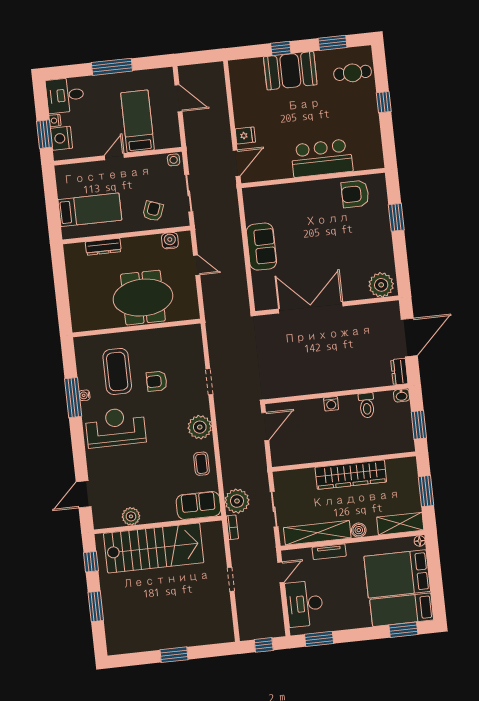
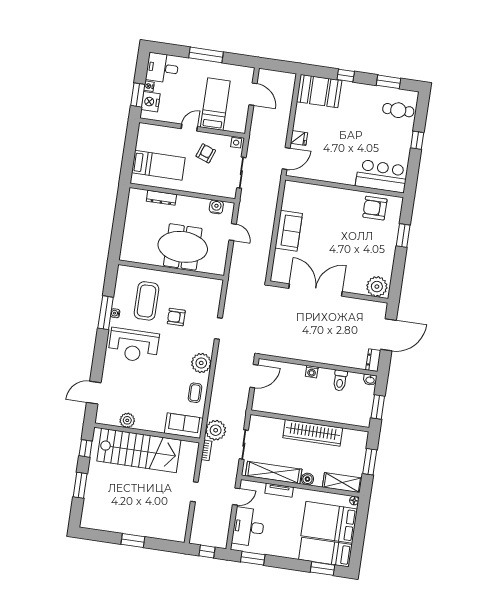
booth: (290, 71) -> (319, 91), moved
bar counter: (322, 158) -> (382, 176), moved
armchair: (153, 211) -> (206, 153), moved
reception desk: (116, 427) -> (134, 345), turned 180

